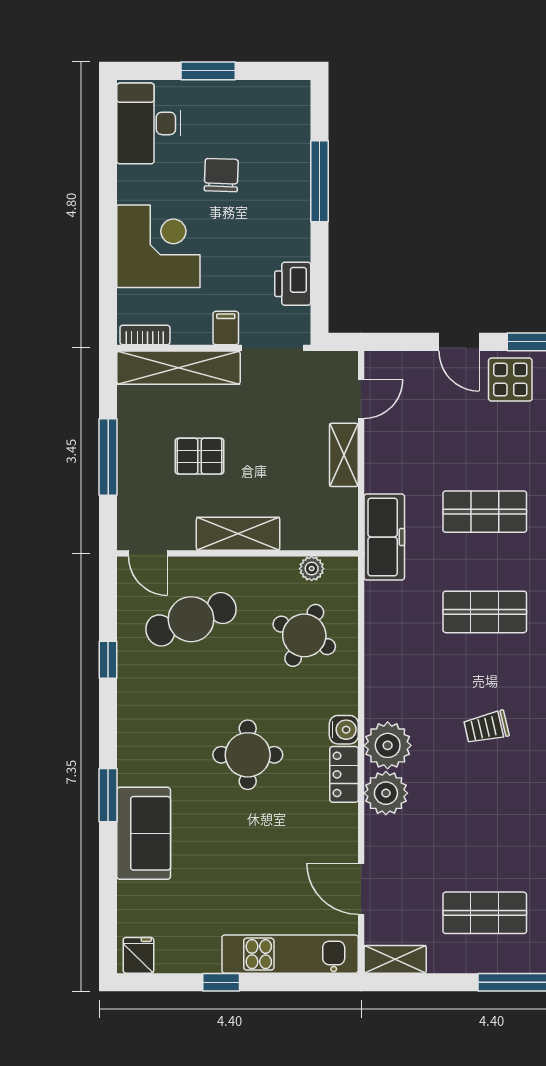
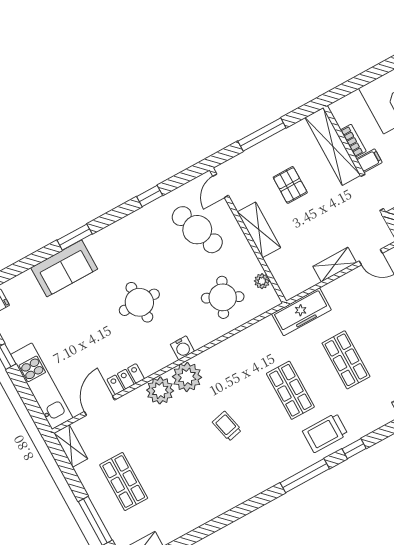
bookcase: (145, 335) -> (353, 141), moved
locker: (344, 774) -> (126, 379), moved

